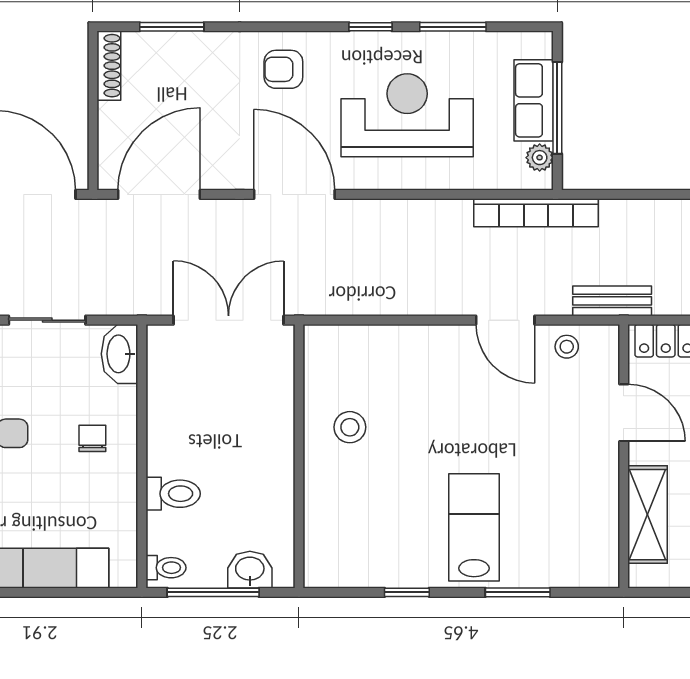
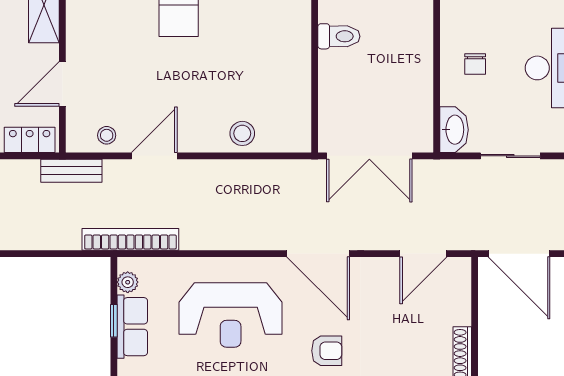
window: (557, 108) -> (114, 321), width x0.46
door: (159, 194) -> (423, 254), width x0.73
door: (505, 320) -> (154, 156), hinge flipped
door: (624, 413) -> (62, 84), hinge flipped
stool: (350, 427) -> (242, 133), moved
toilet: (173, 494) -> (339, 36), moved, turned 180

